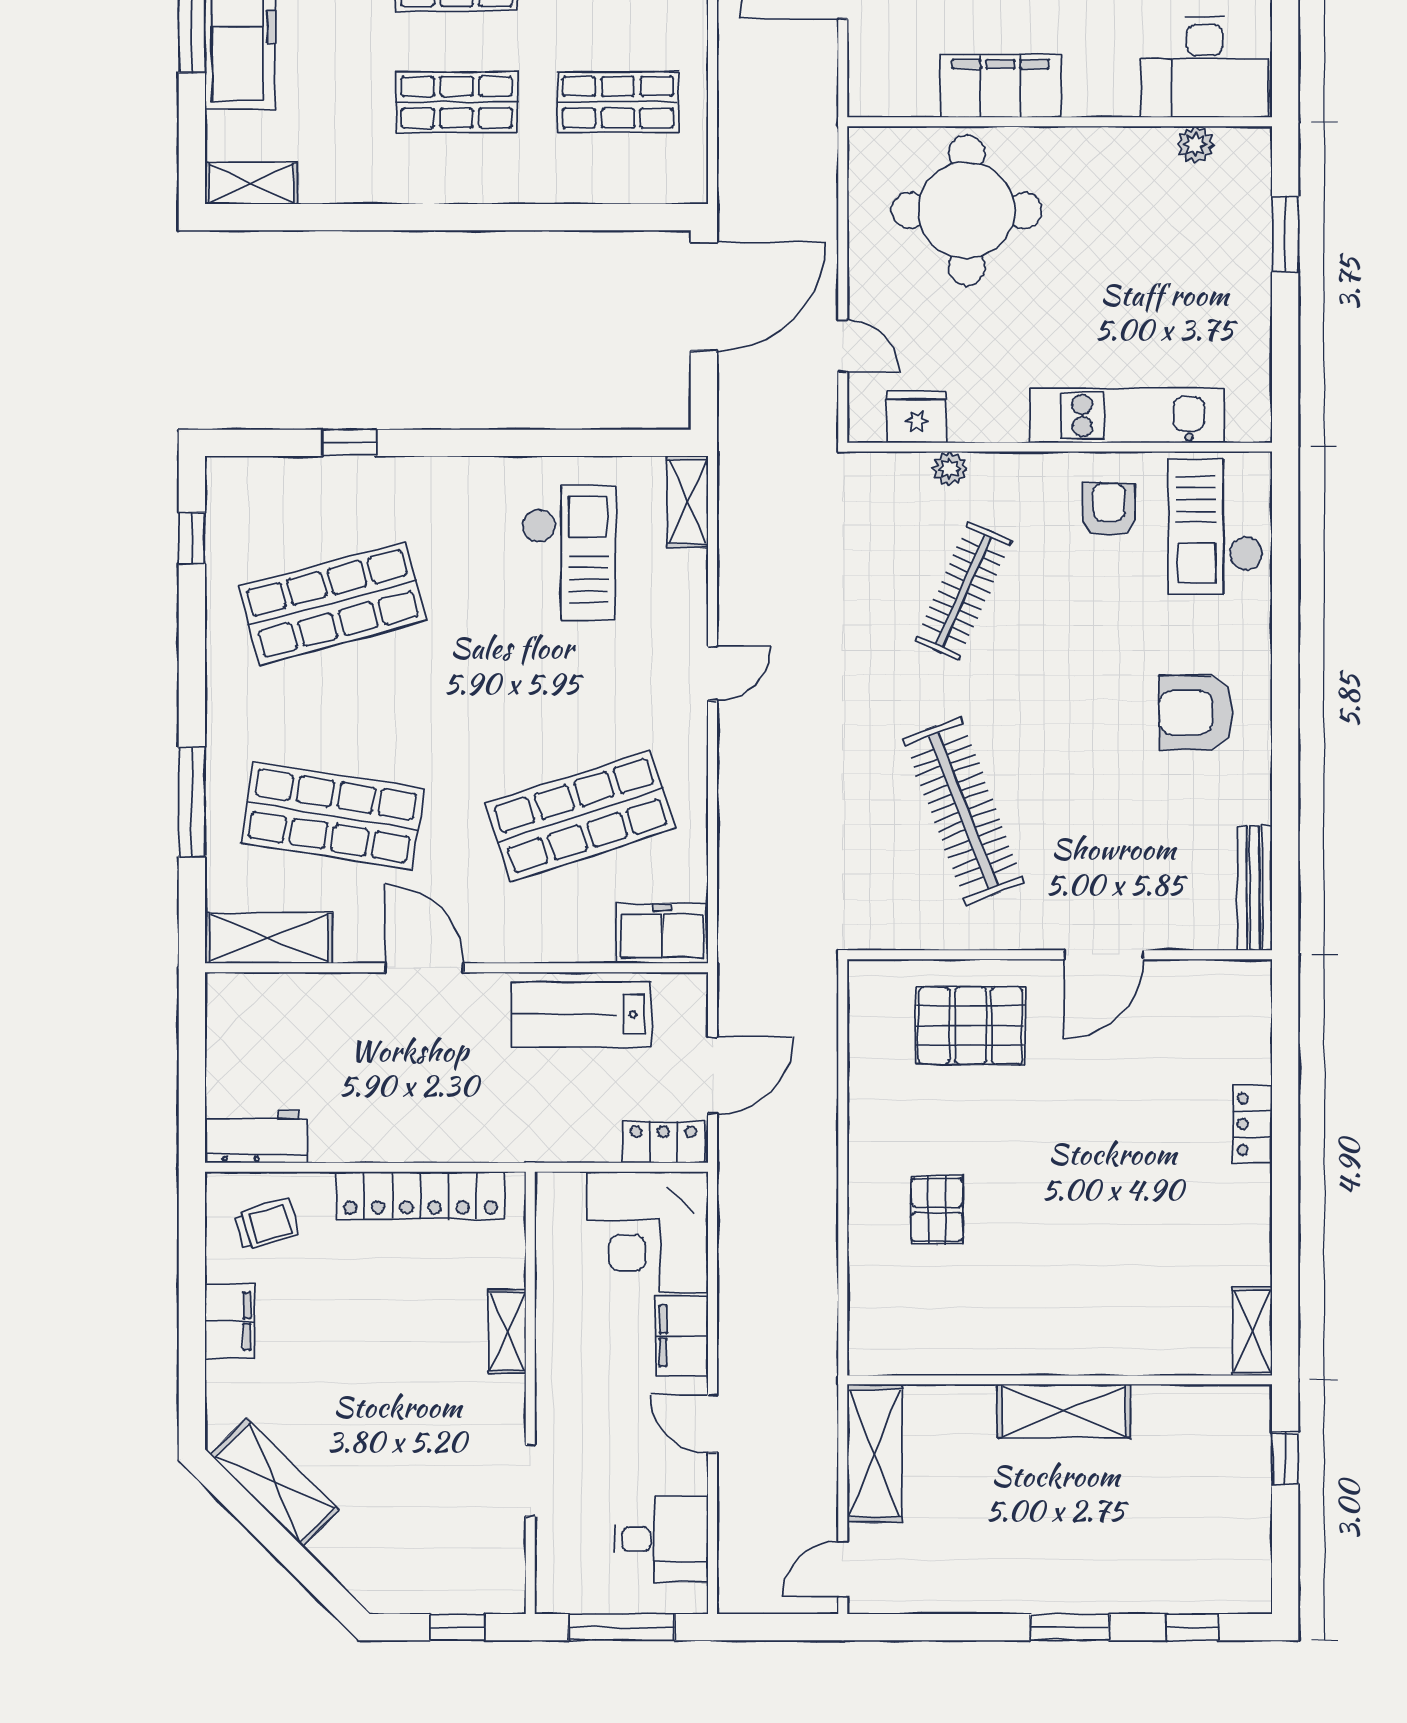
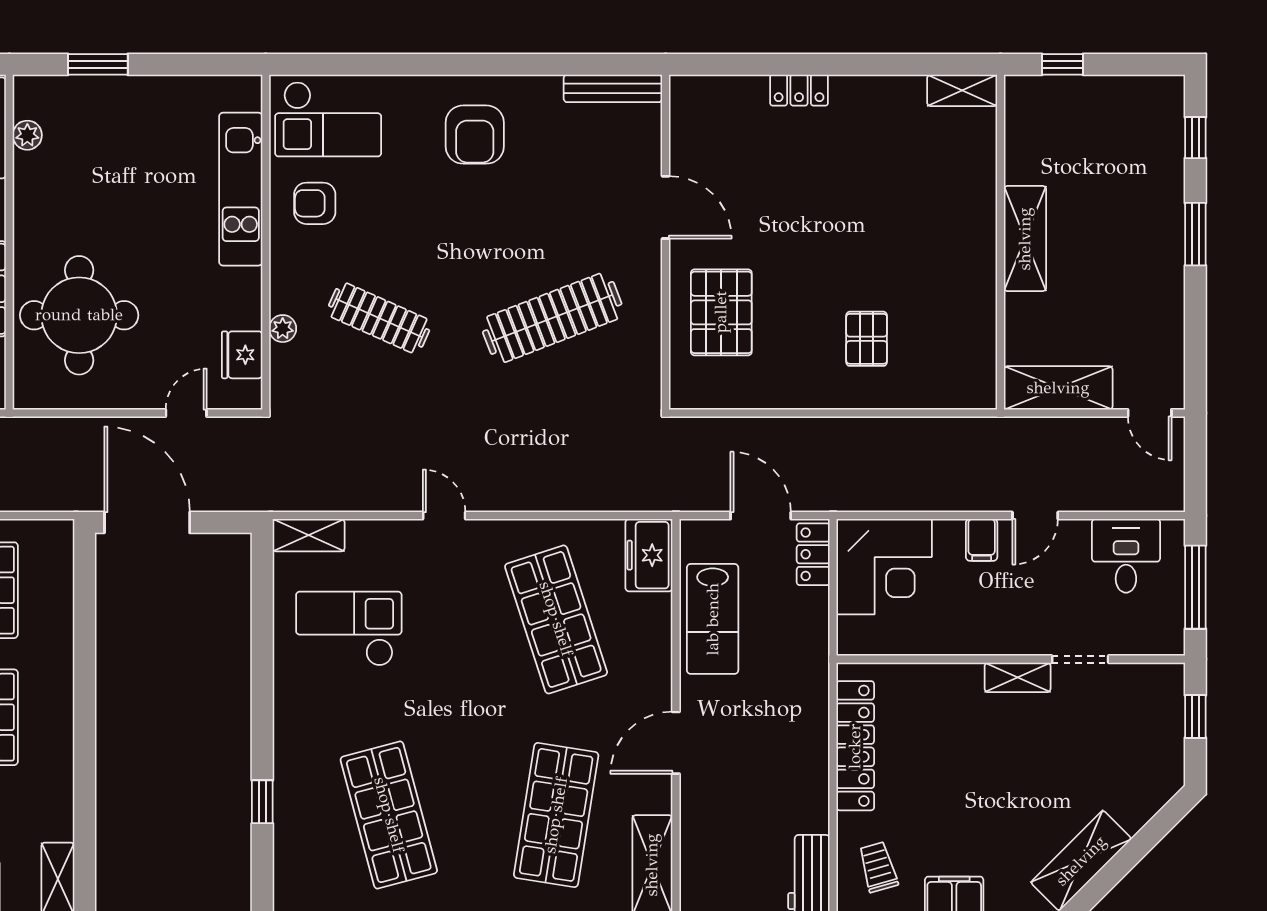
pallet: (937, 1210) -> (867, 339), turned 90
shelving: (507, 1332) -> (1018, 677), moved
filing cabinet: (682, 1336) -> (982, 540), width x0.50

